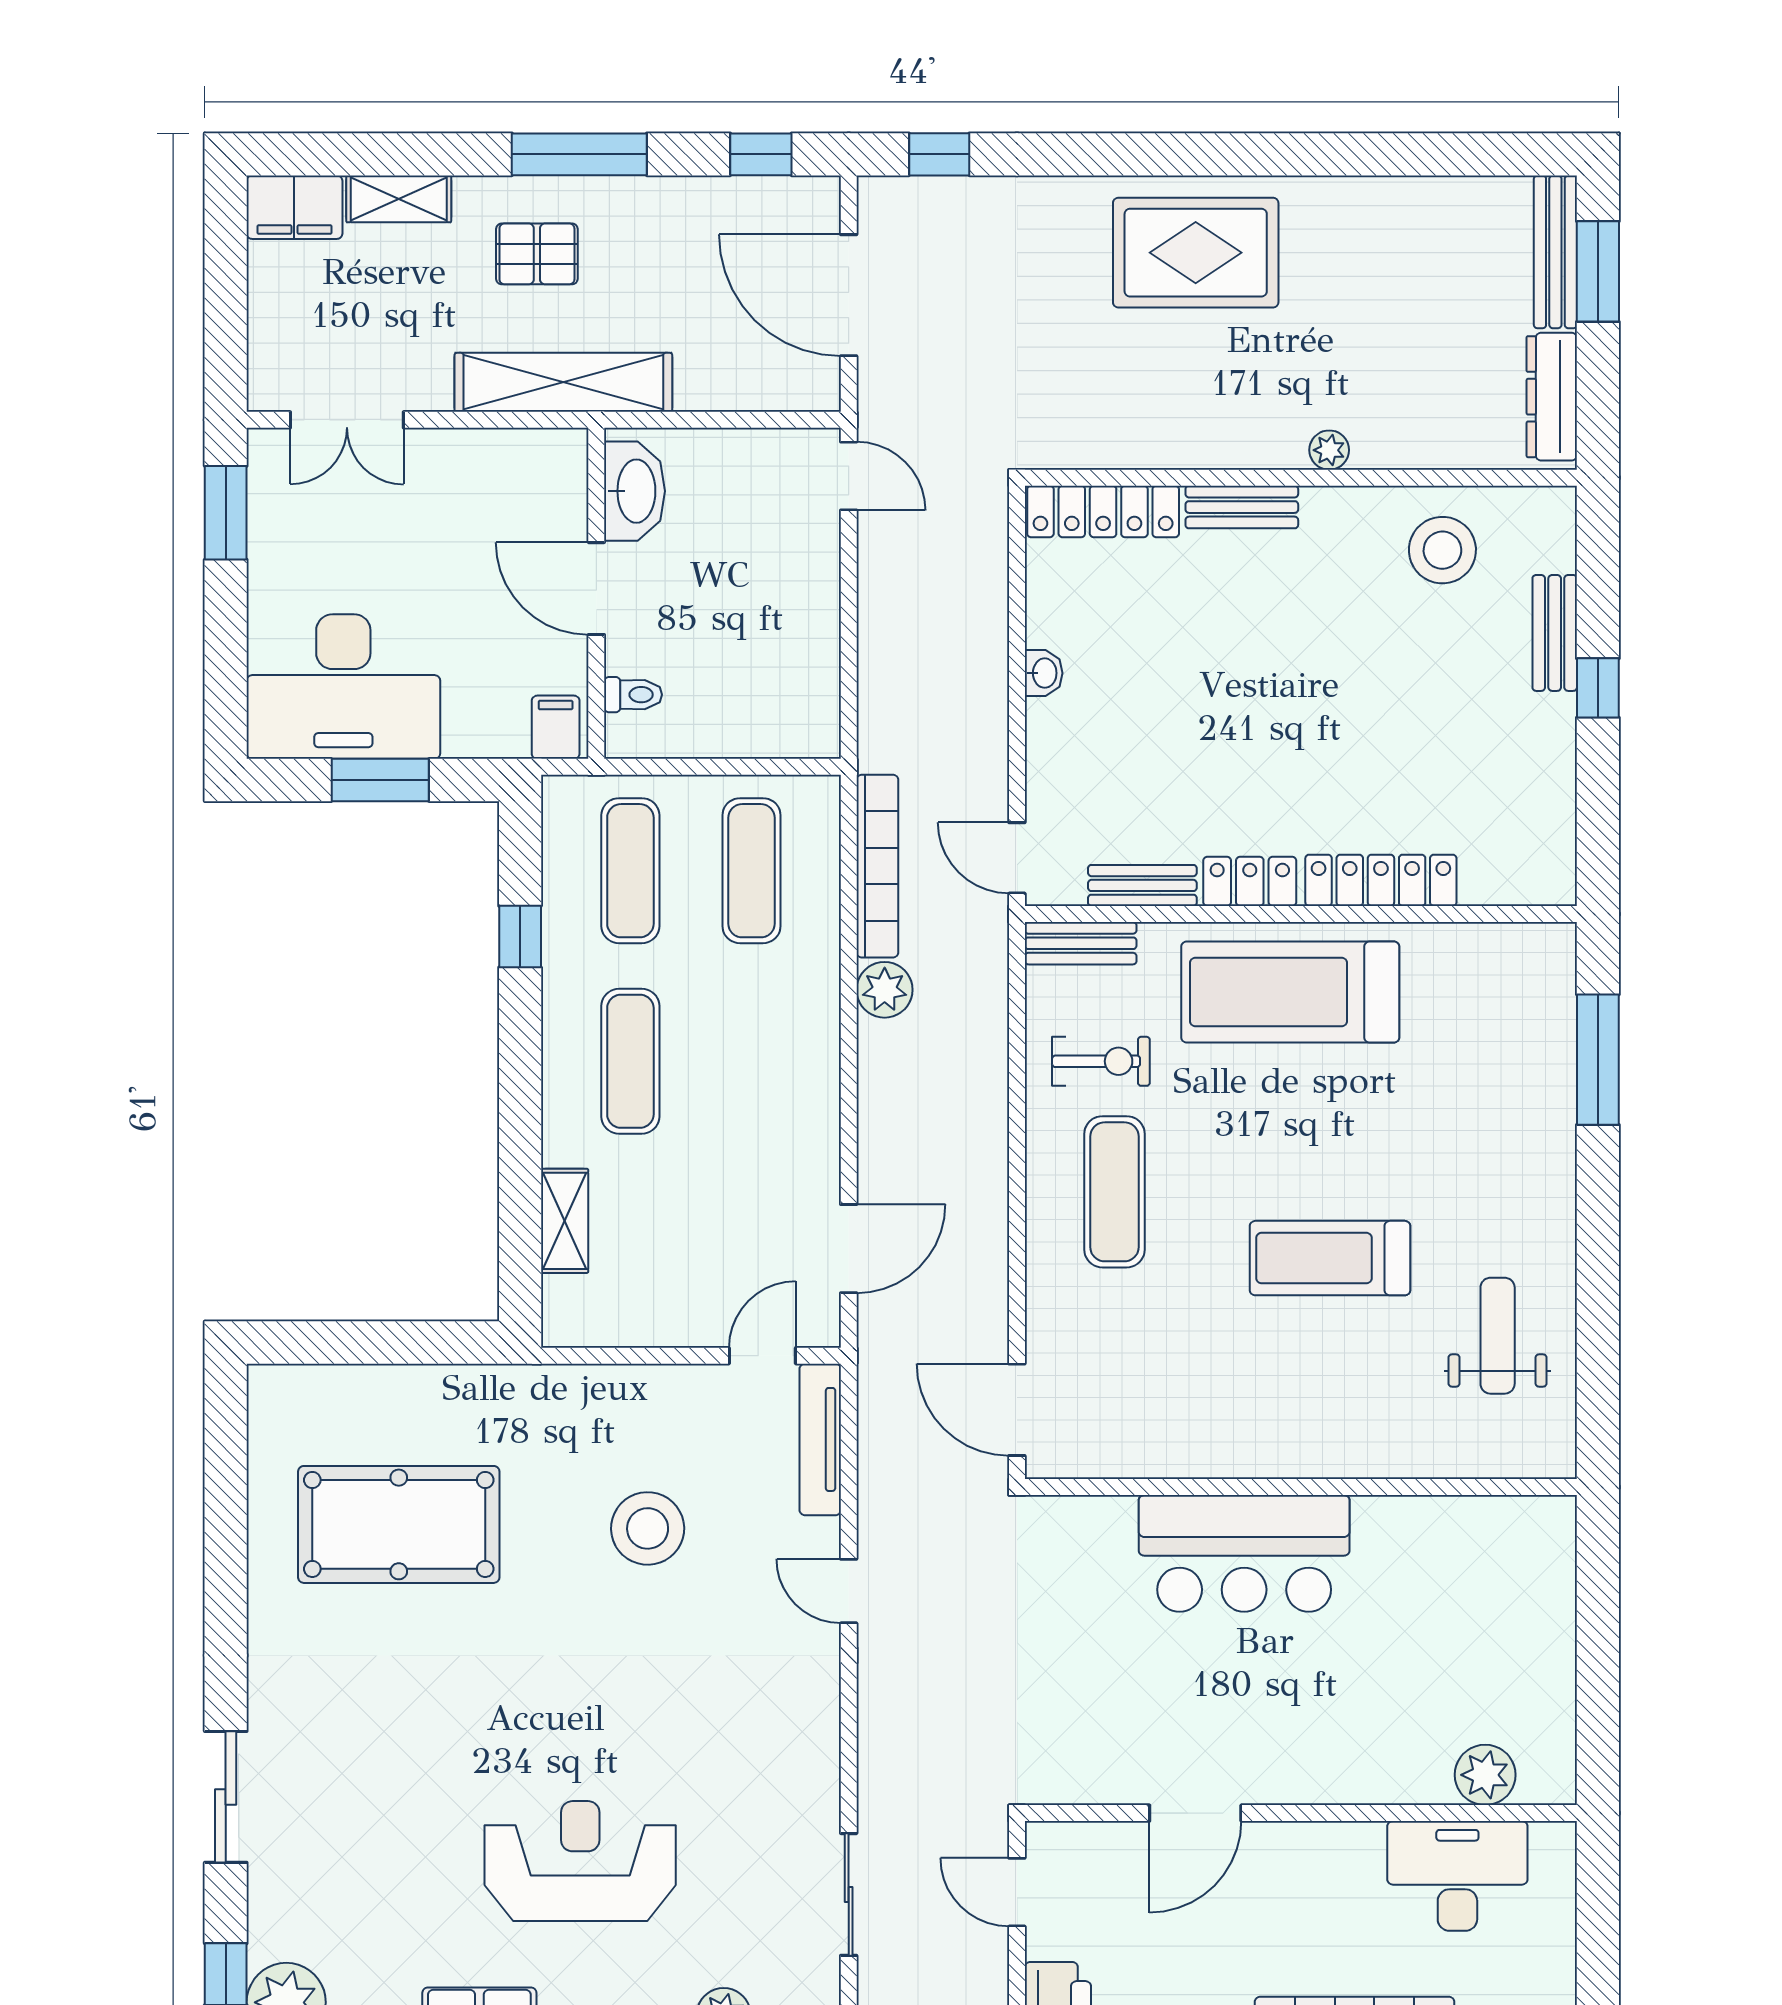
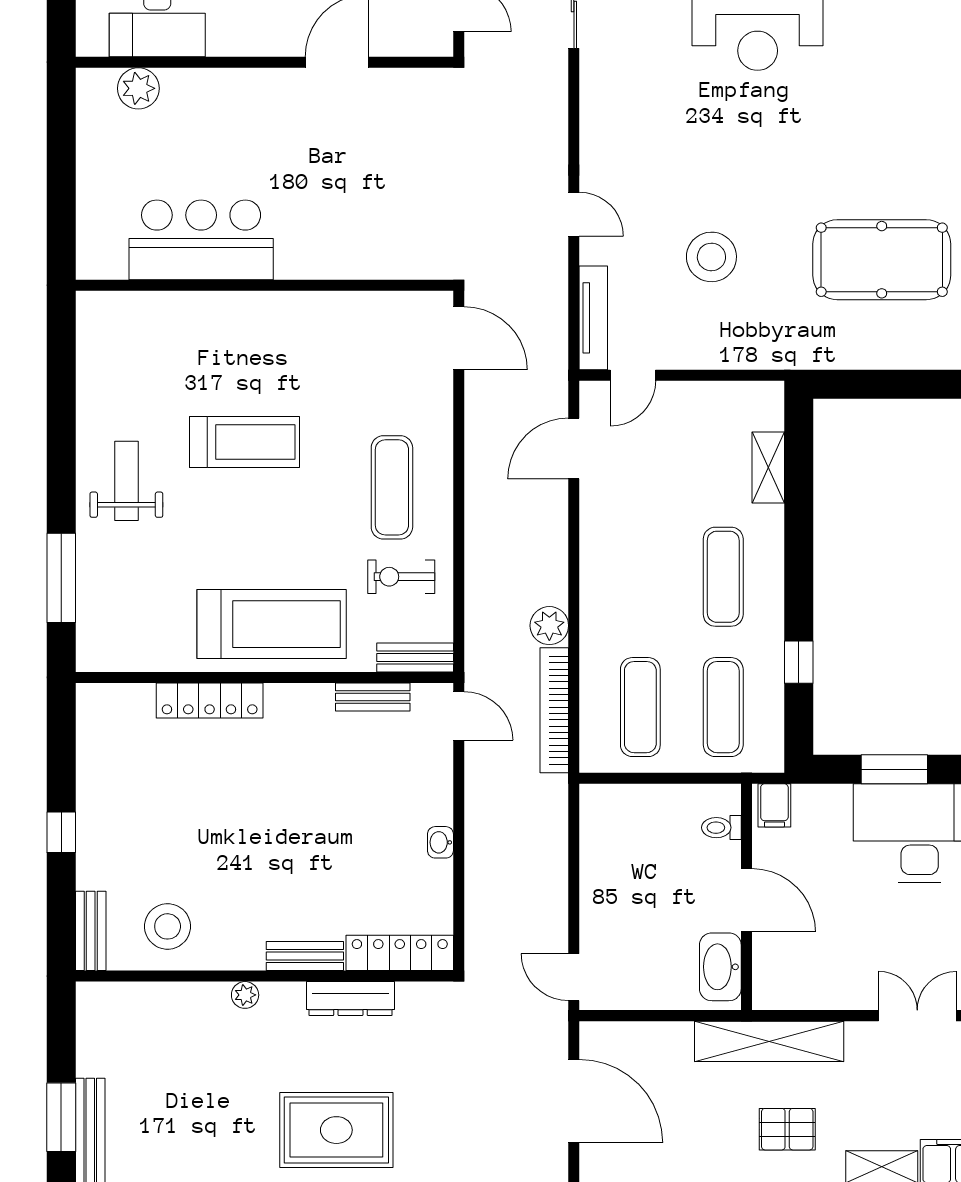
dresser: (1552, 397) -> (350, 999), moved, turned 90
bench: (1555, 633) -> (91, 931), moved
locker: (1250, 881) -> (299, 700), removed
weight bench: (1498, 1336) -> (126, 481), moved, turned 180
bar counter: (1244, 1553) -> (201, 240), moved

